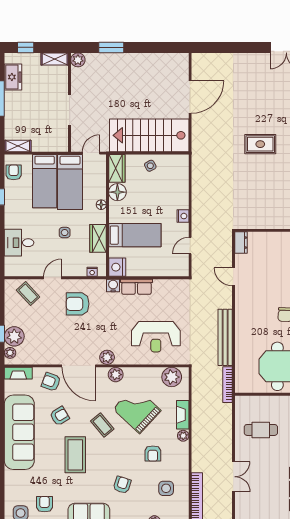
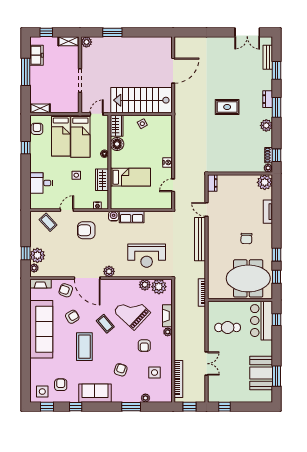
nightstand: (117, 267) -> (117, 202), removed
bench: (225, 337) -> (200, 239), moved
plant: (116, 375) -> (145, 285), moved

